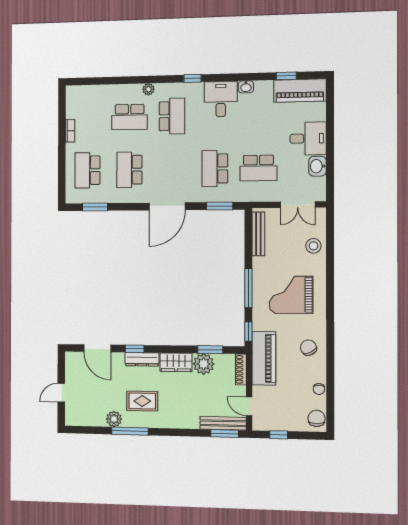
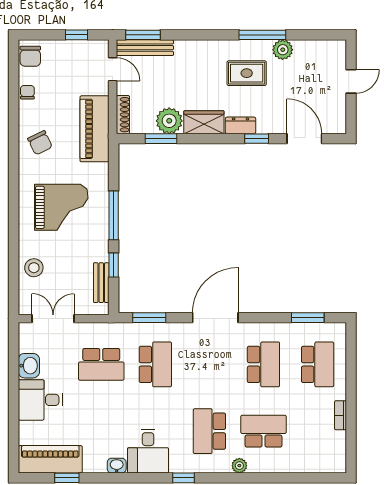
school desk: (258, 168) -> (101, 364), turned 180
bench: (258, 234) -> (101, 283), width x0.73
window: (248, 332) -> (114, 265), moved
dresser: (142, 359) -> (241, 125), width x0.70

